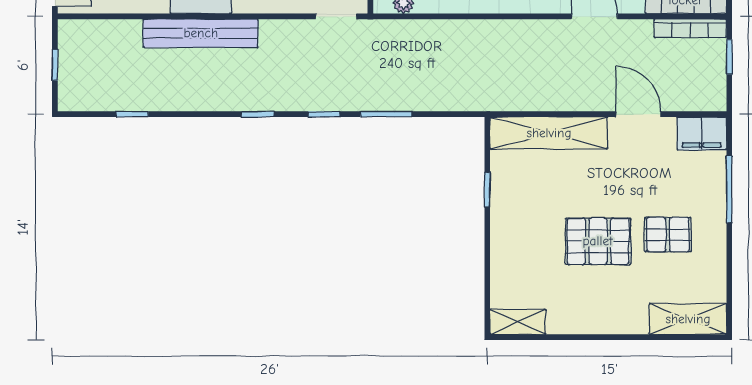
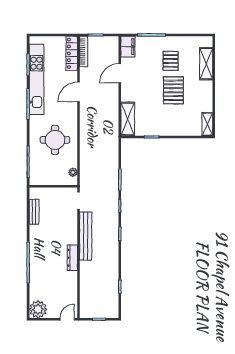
bench: (201, 33) -> (86, 236), moved
shelving: (549, 133) -> (128, 119), width x0.68
shelving: (688, 319) -> (206, 64), moved

